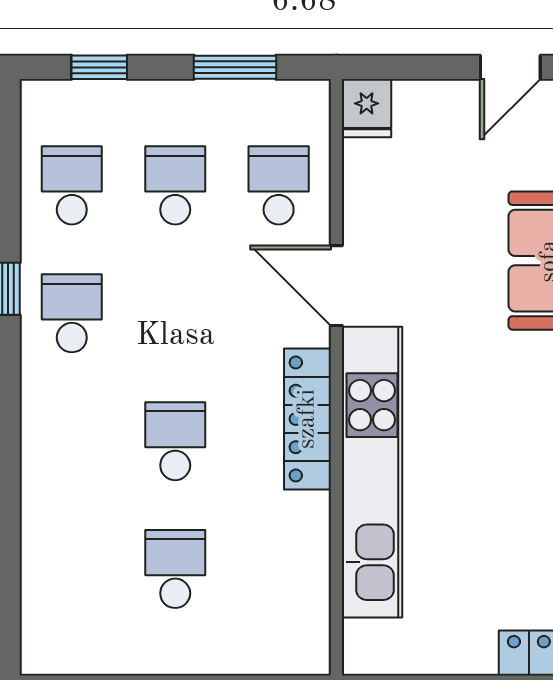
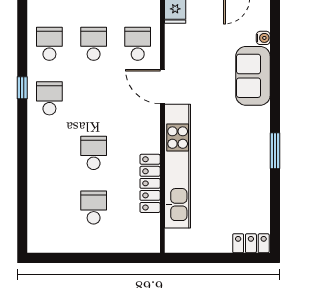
locker: (307, 419) -> (150, 183), moved

